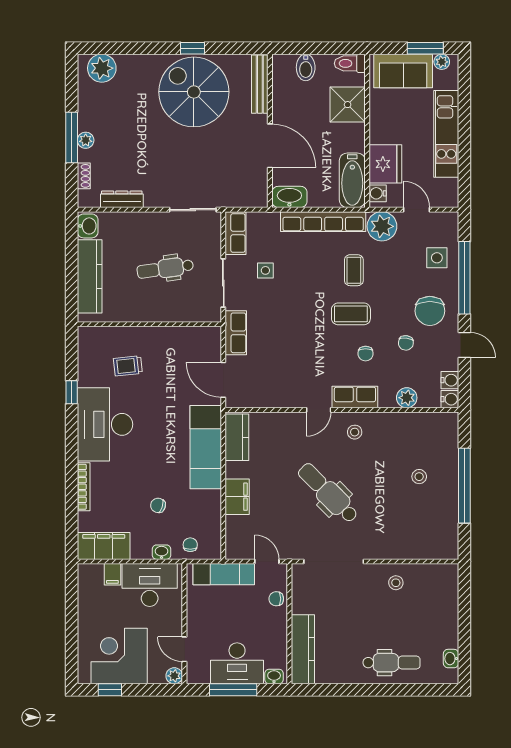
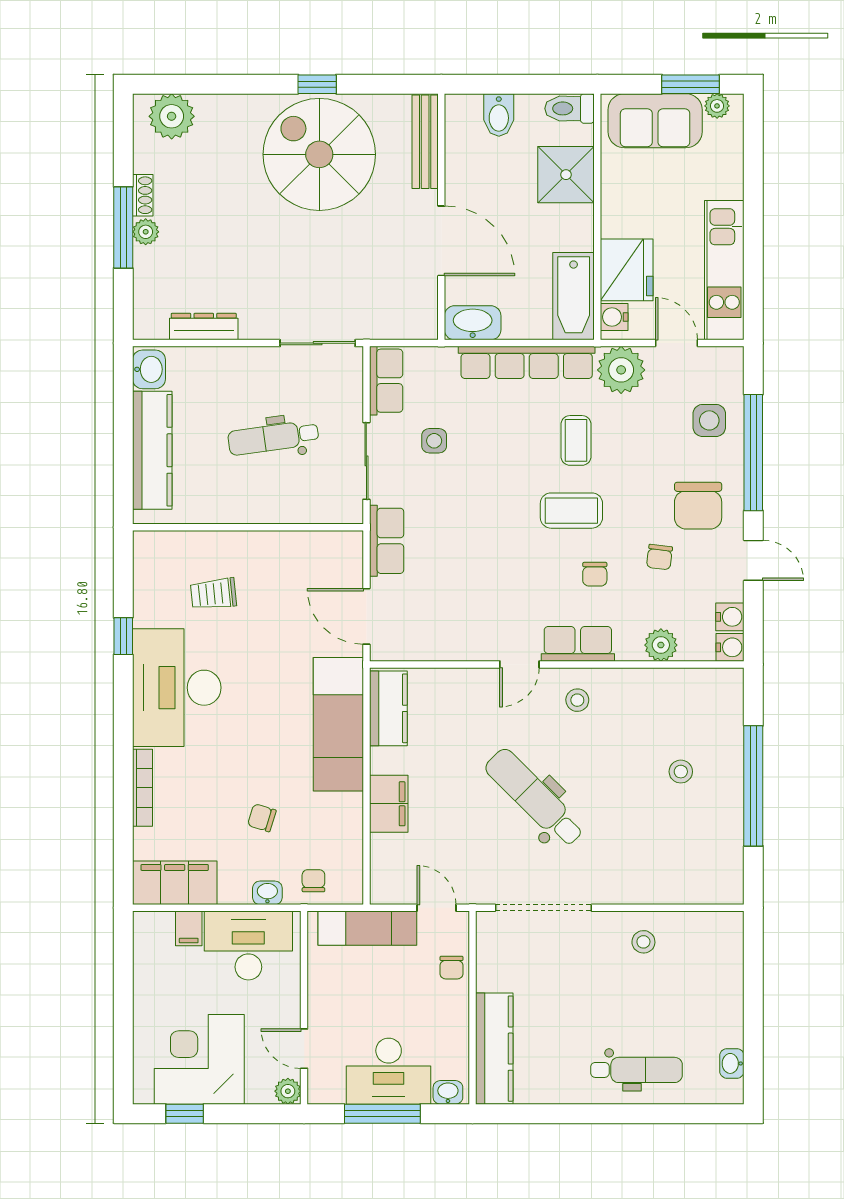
kitchen unit: (446, 134) -> (724, 270), moved
shoe rack: (84, 176) -> (143, 195), moved
chair: (276, 599) -> (452, 968), turned -90

